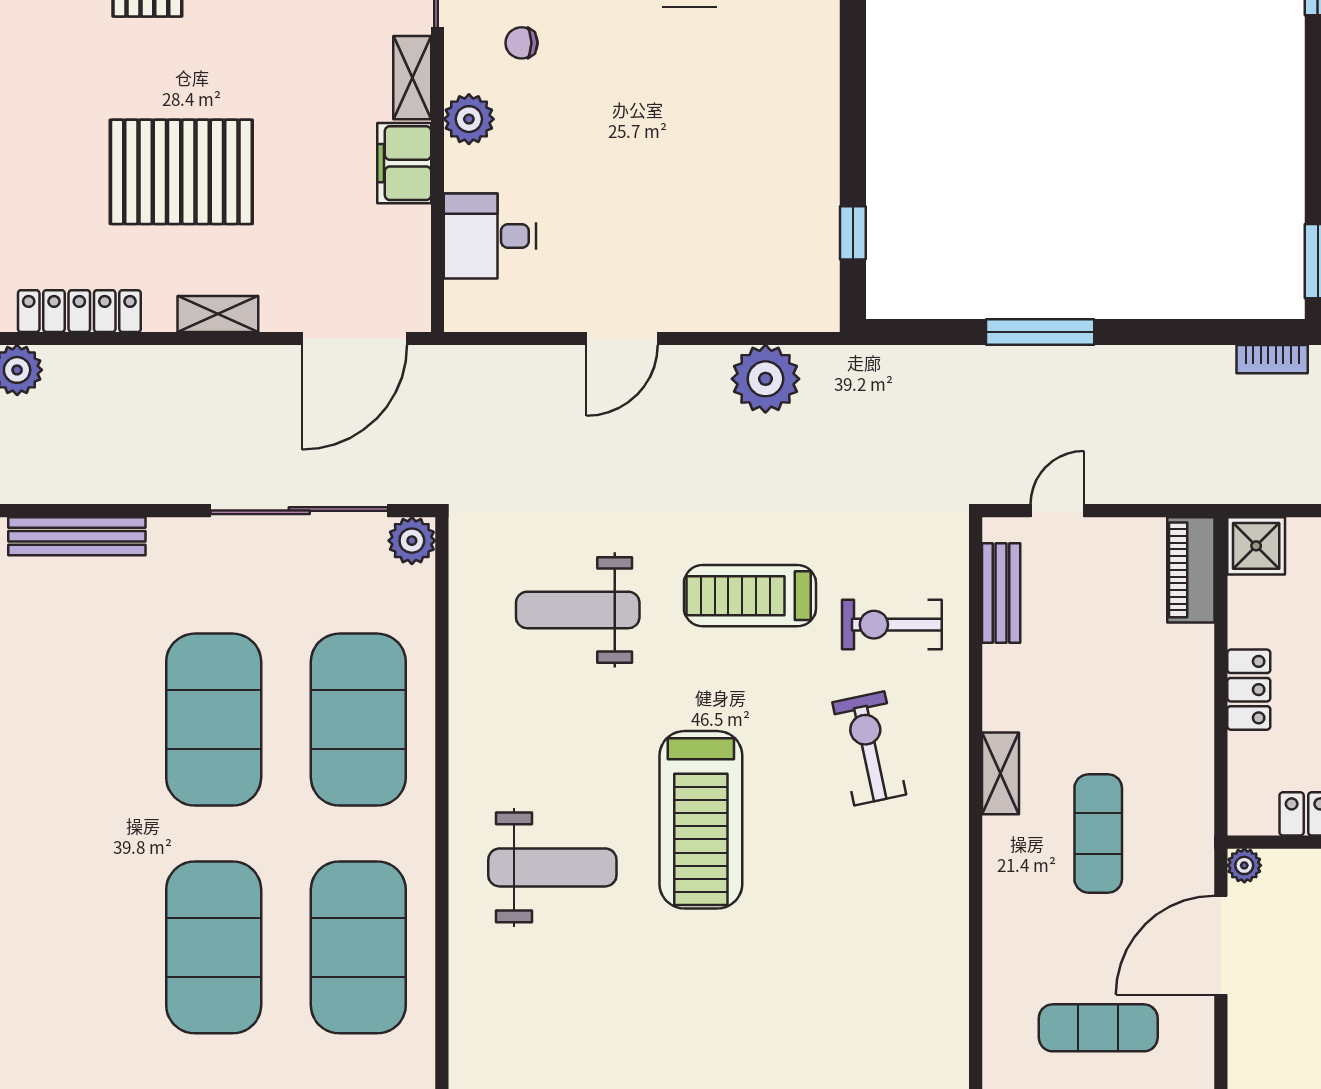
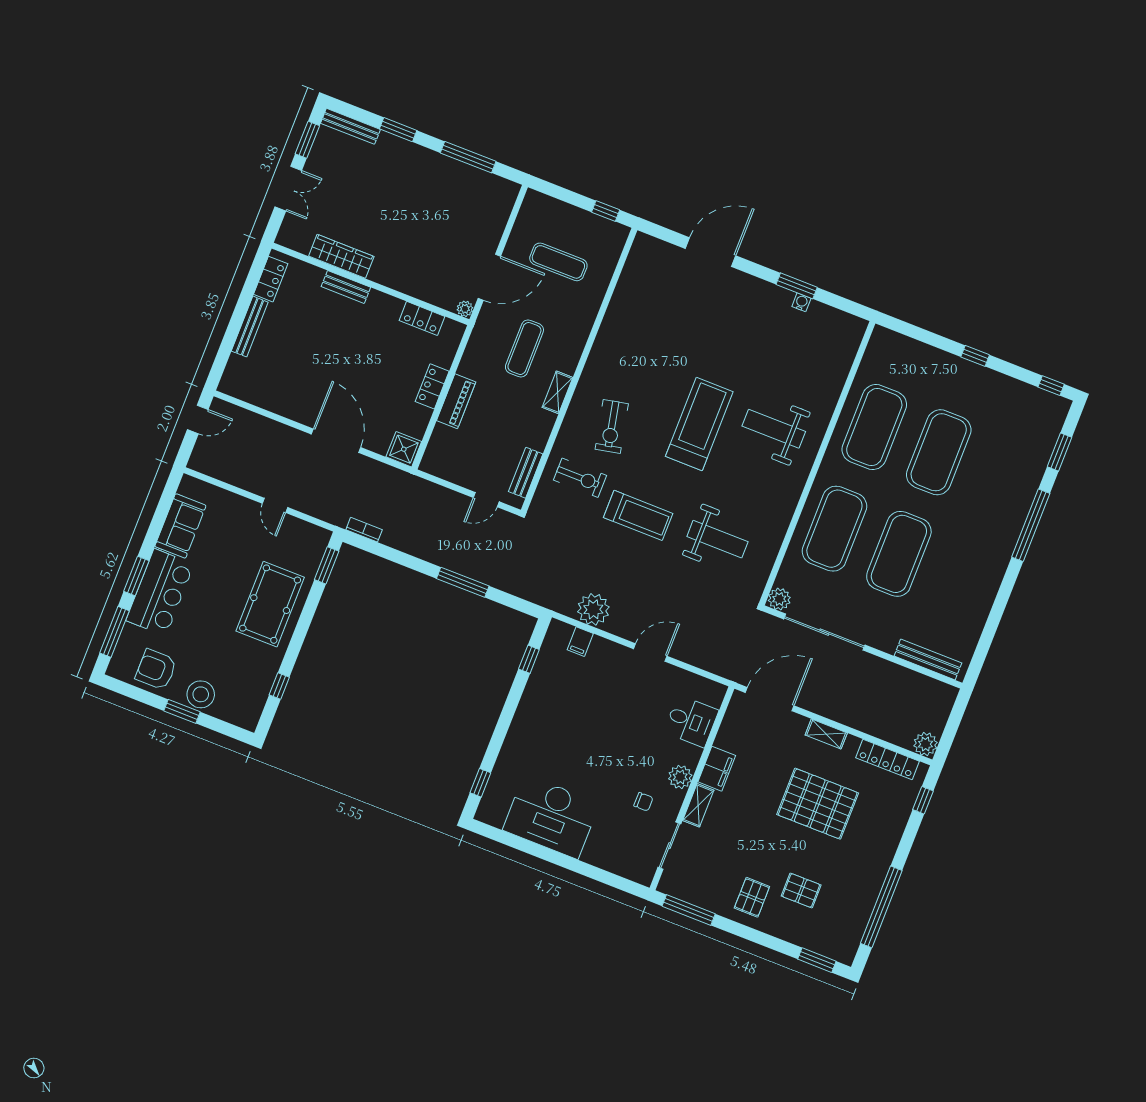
filing cabinet: (766, 306) -> (580, 642), added
piano: (1191, 570) -> (456, 401), moved

